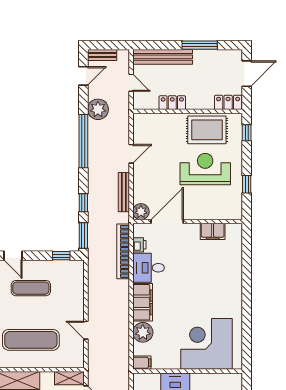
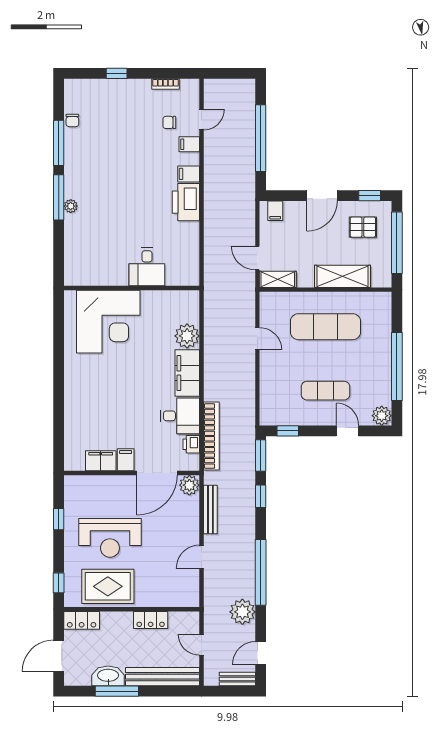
washbasin: (207, 57) -> (108, 676), added
filing cabinet: (142, 363) -> (126, 460), moved, turned 90

